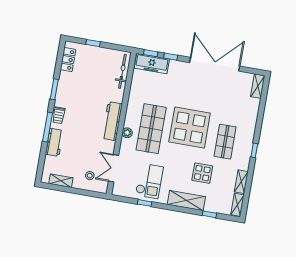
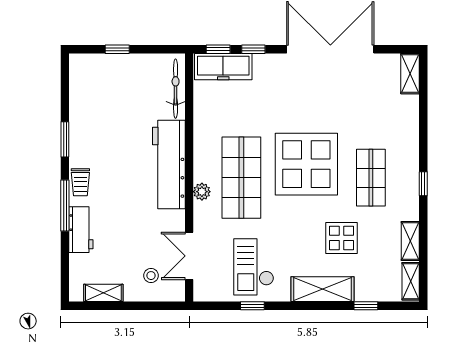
locker: (68, 60) -> (79, 85), removed
workbench: (112, 121) -> (169, 164), width x1.36, depth x1.32
checkout: (149, 181) -> (254, 267), turned 180

